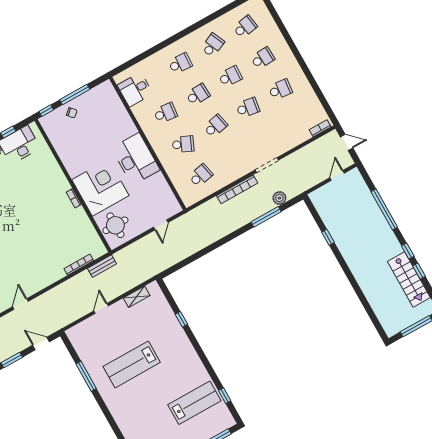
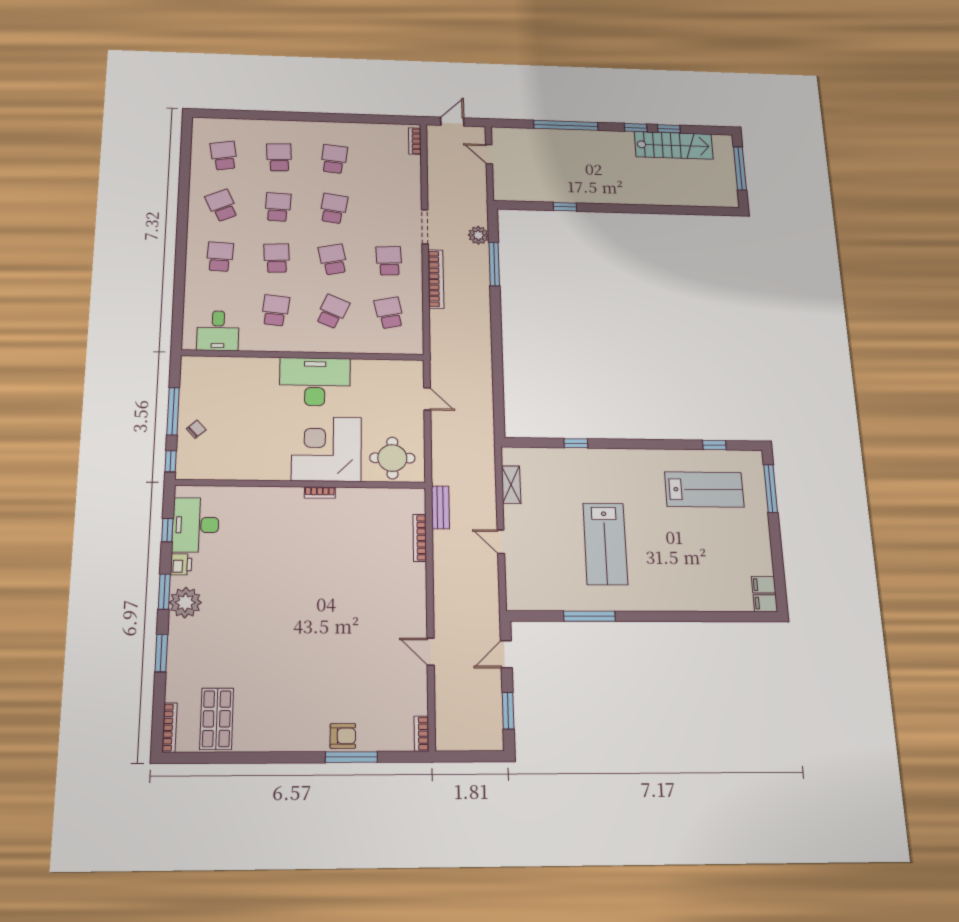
school desk: (233, 157) -> (389, 261), added
lab bench: (194, 403) -> (704, 490), turned 90

